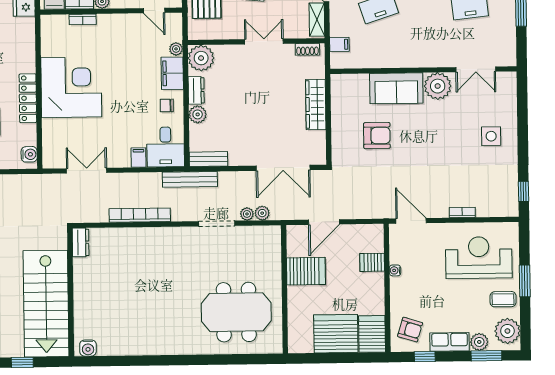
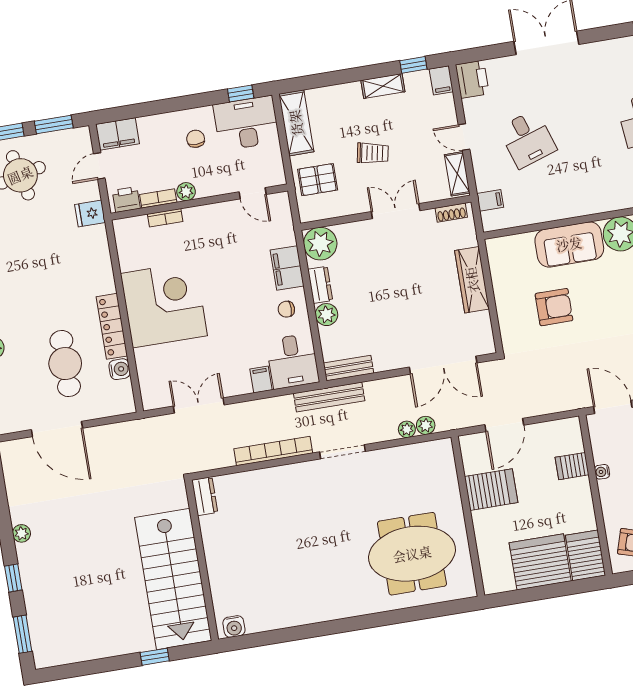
plant: (176, 49) -> (287, 237), removed
water cooler: (29, 154) -> (120, 369), moved
doorway: (217, 224) -> (343, 452), moved

